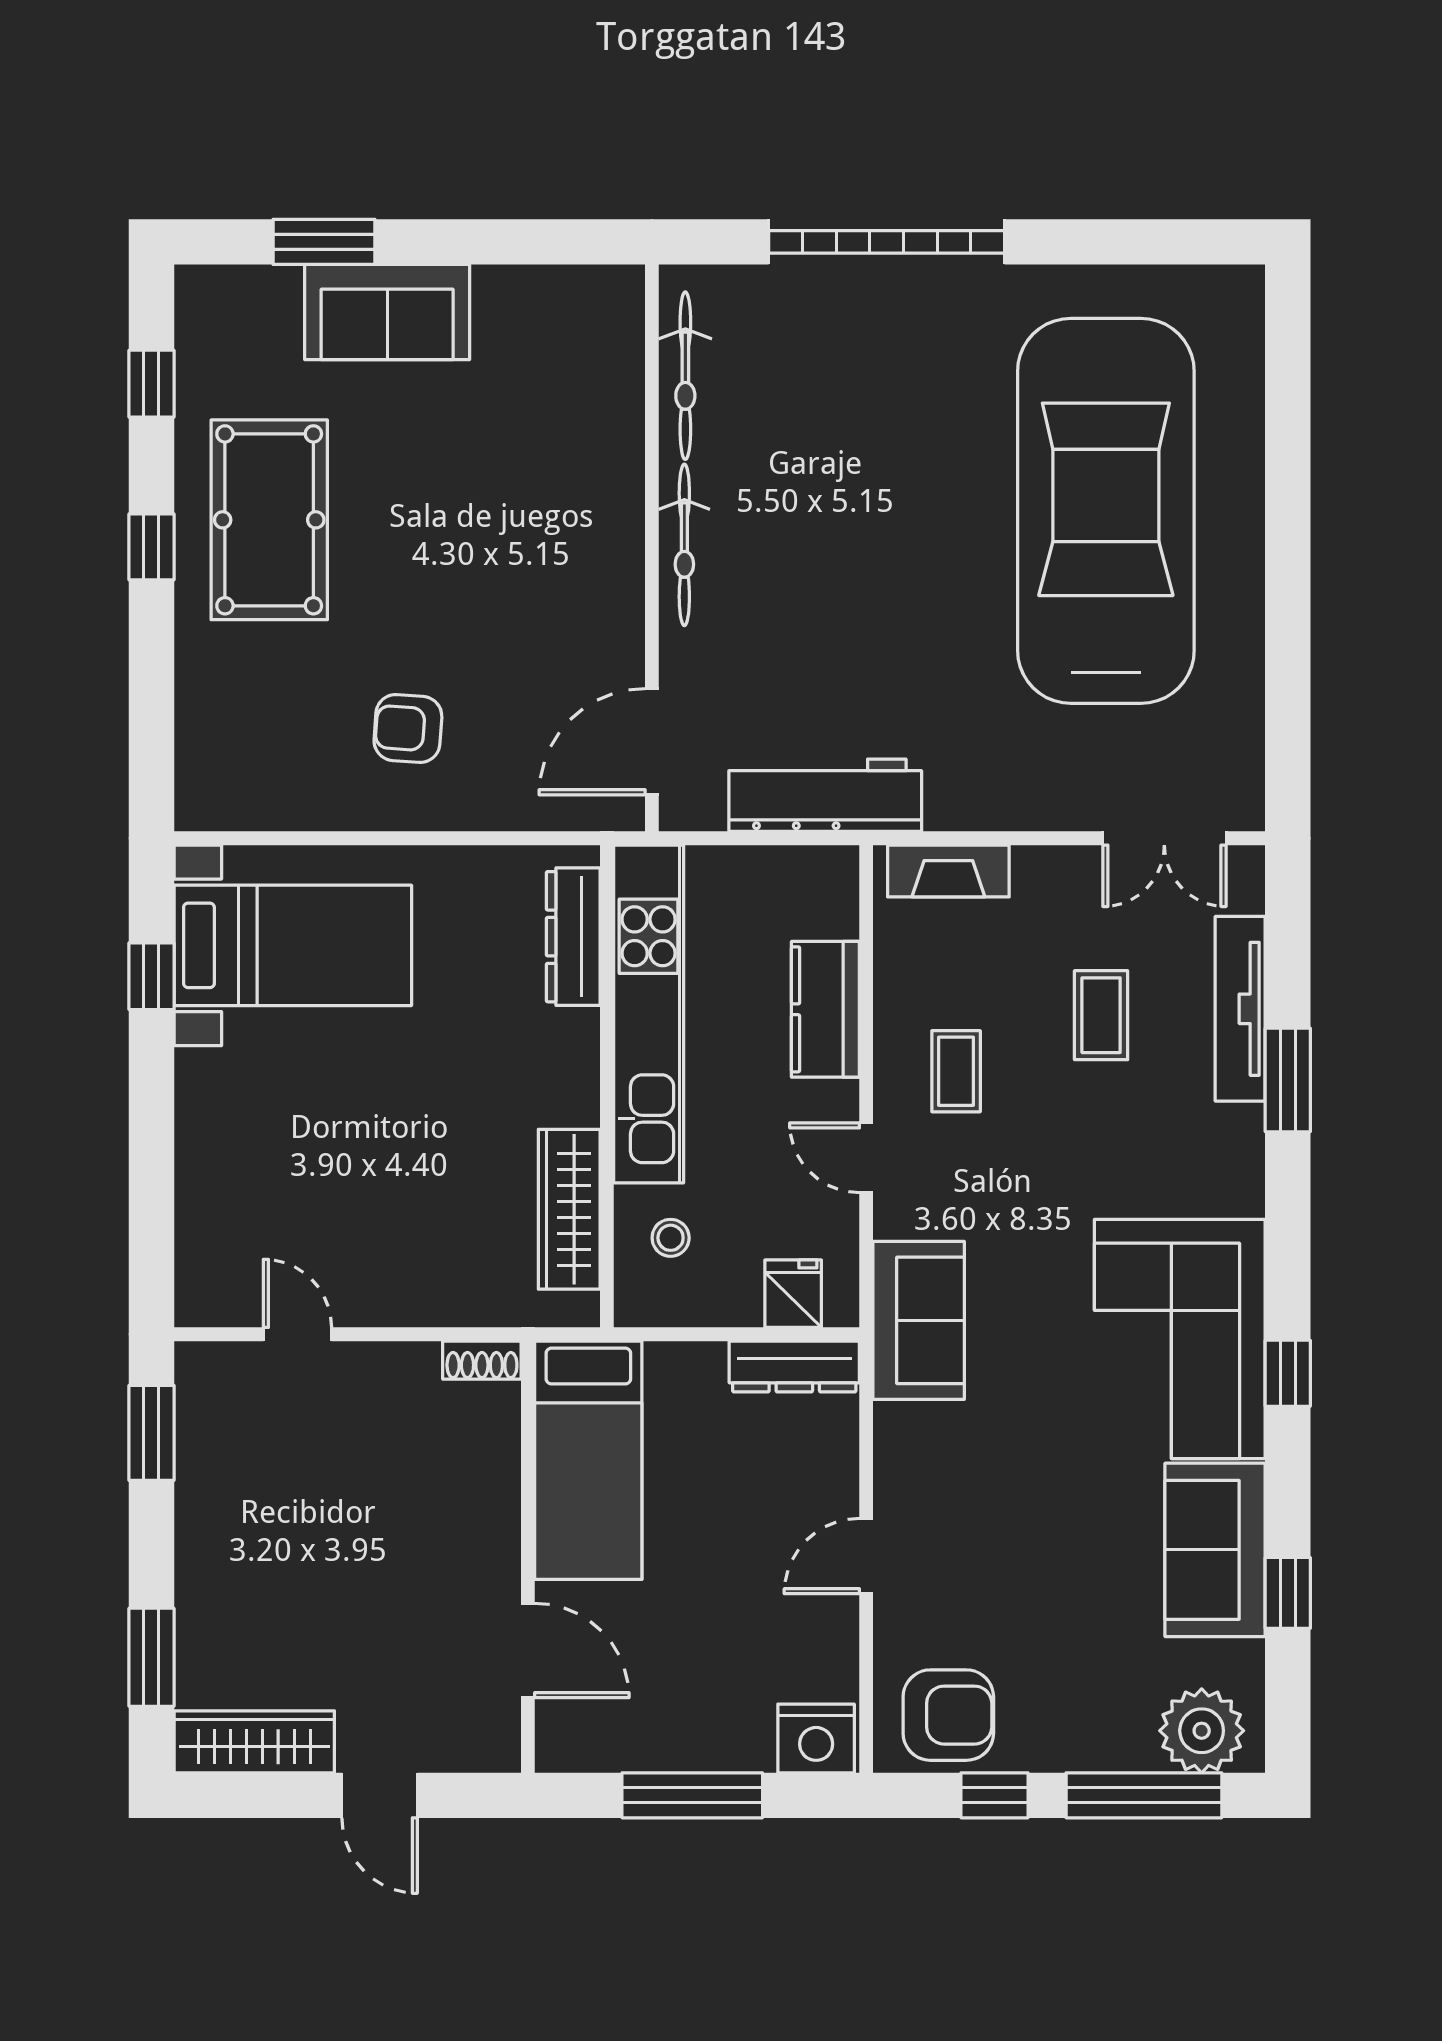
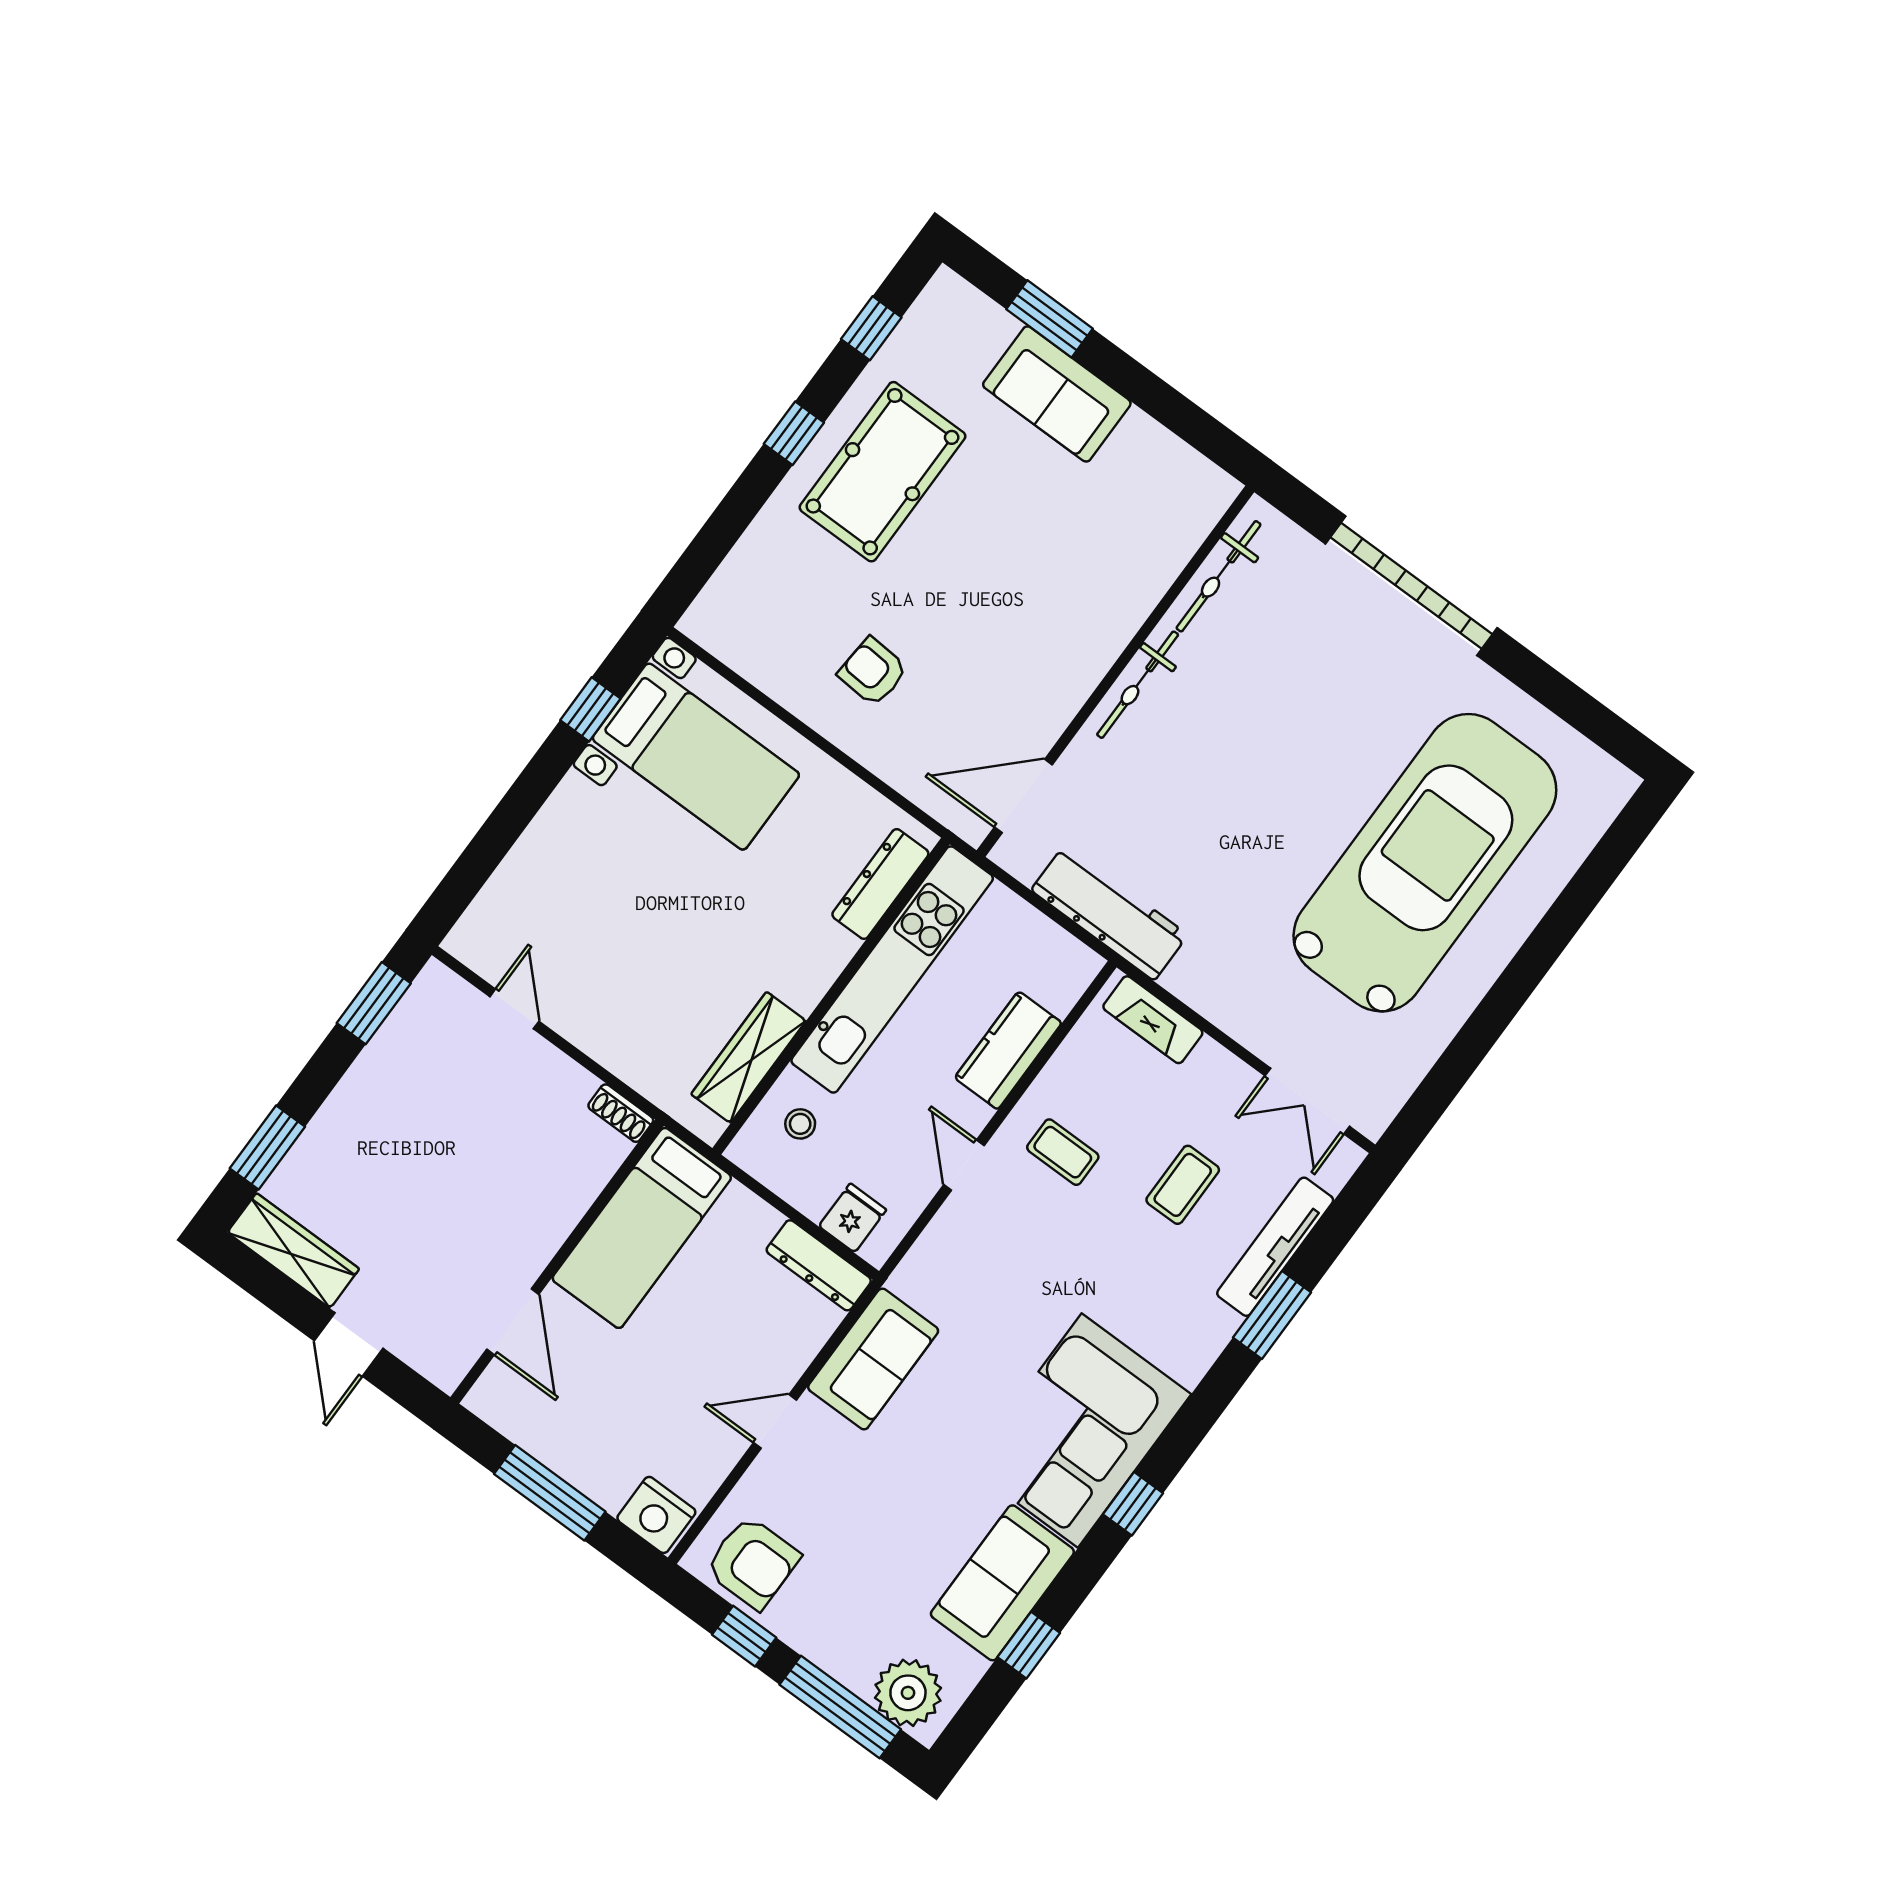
coffee table: (956, 1071) -> (1063, 1152), turned 90
sofa: (919, 1320) -> (873, 1359), moved

